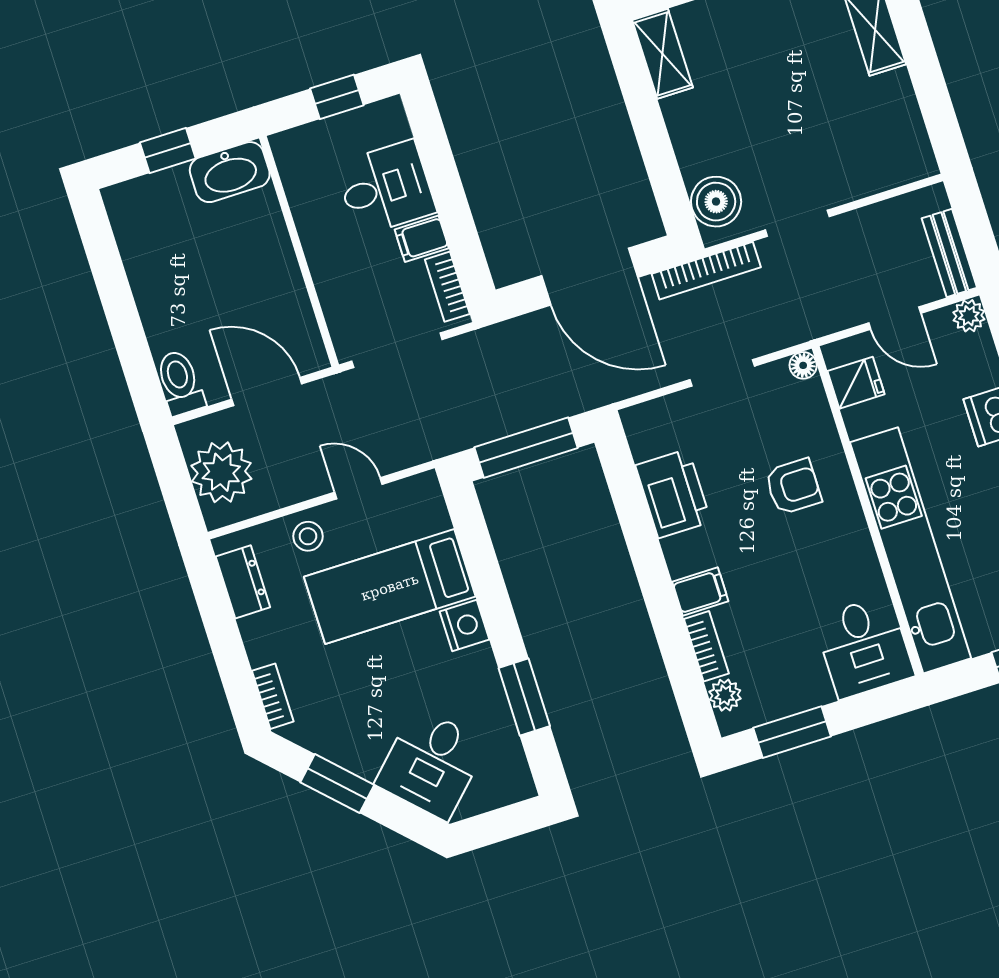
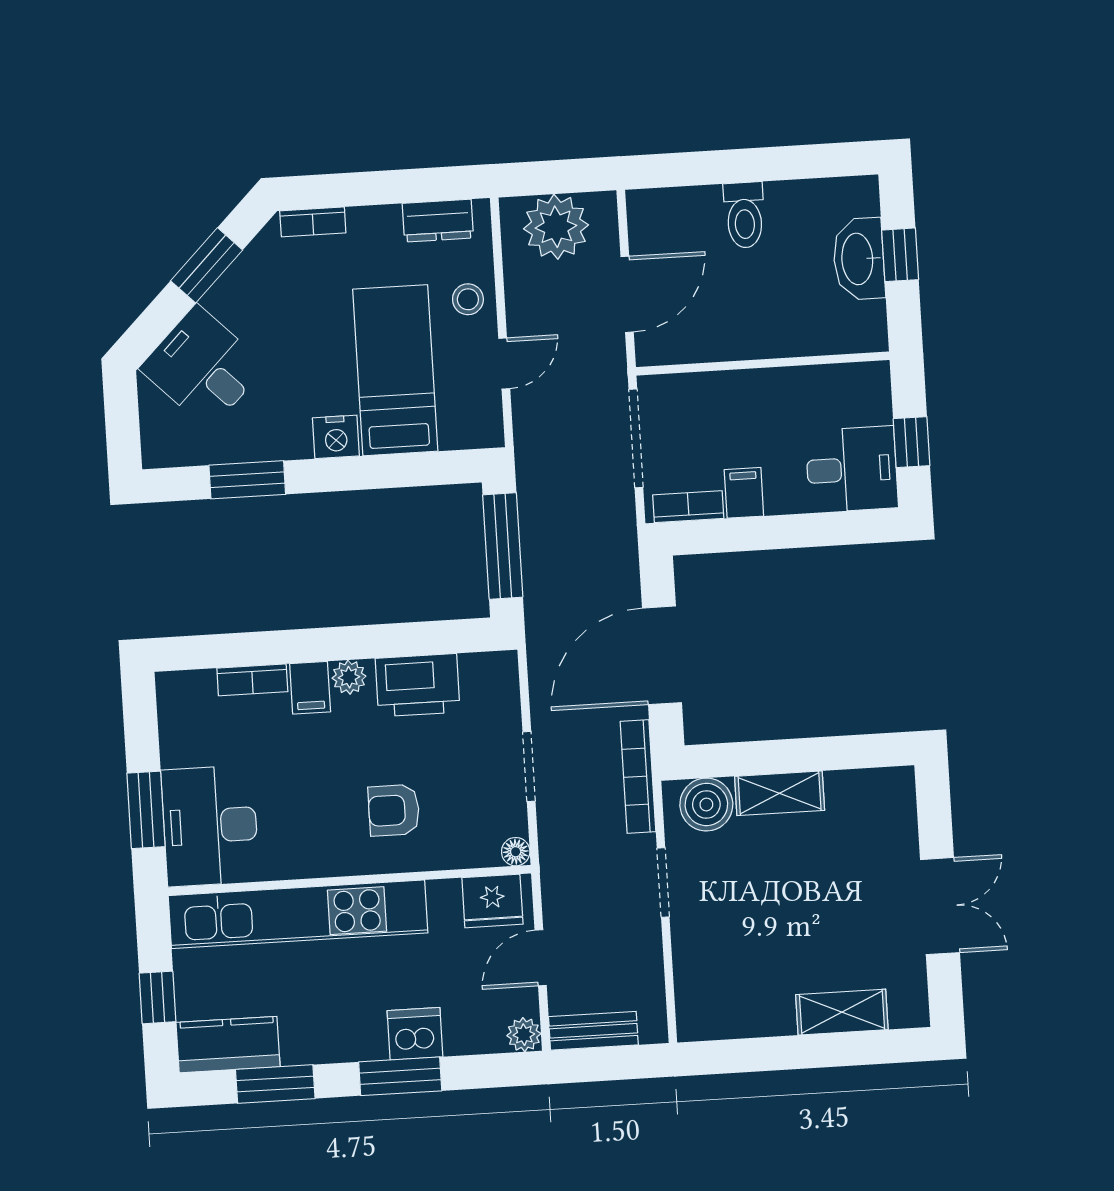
shelving: (662, 54) -> (780, 793), moved
washbasin: (230, 172) -> (859, 259), moved
desk: (386, 188) -> (852, 469), moved, turned -90
toilet: (180, 383) -> (744, 215), moved, turned 90
fridge: (856, 383) -> (492, 901), width x1.38
armchair: (793, 487) -> (394, 810), turned 90
desk: (864, 647) -> (210, 826), width x1.37
plant: (725, 695) -> (349, 677), moved
window: (792, 732) -> (146, 810), moved

